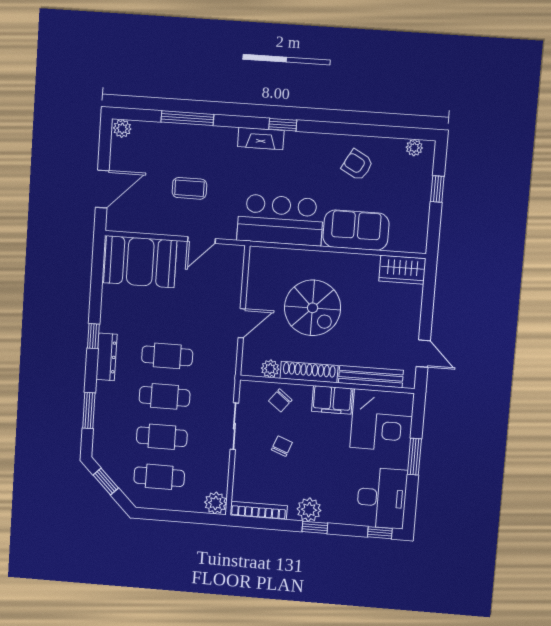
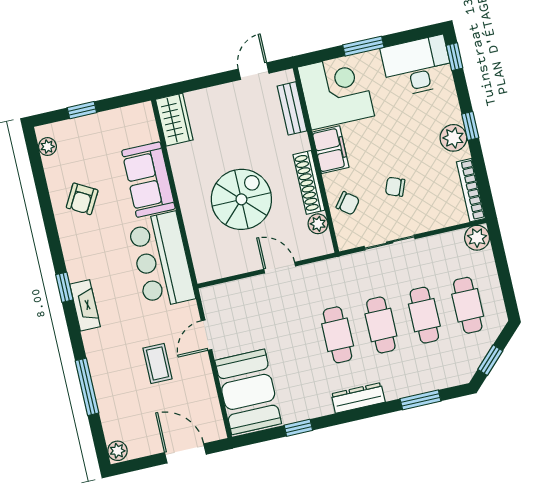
door: (202, 240) -> (207, 335), swing flipped
window: (93, 336) -> (298, 428), moved
bench: (371, 377) -> (292, 108), width x0.73

